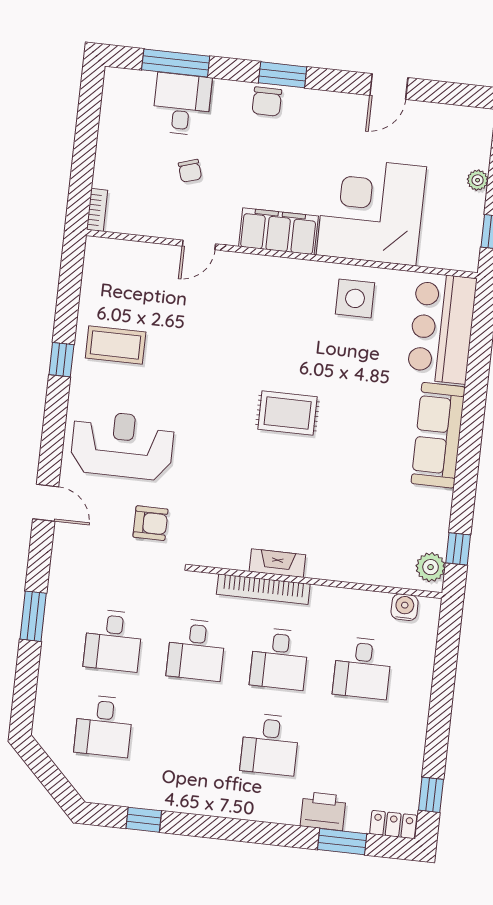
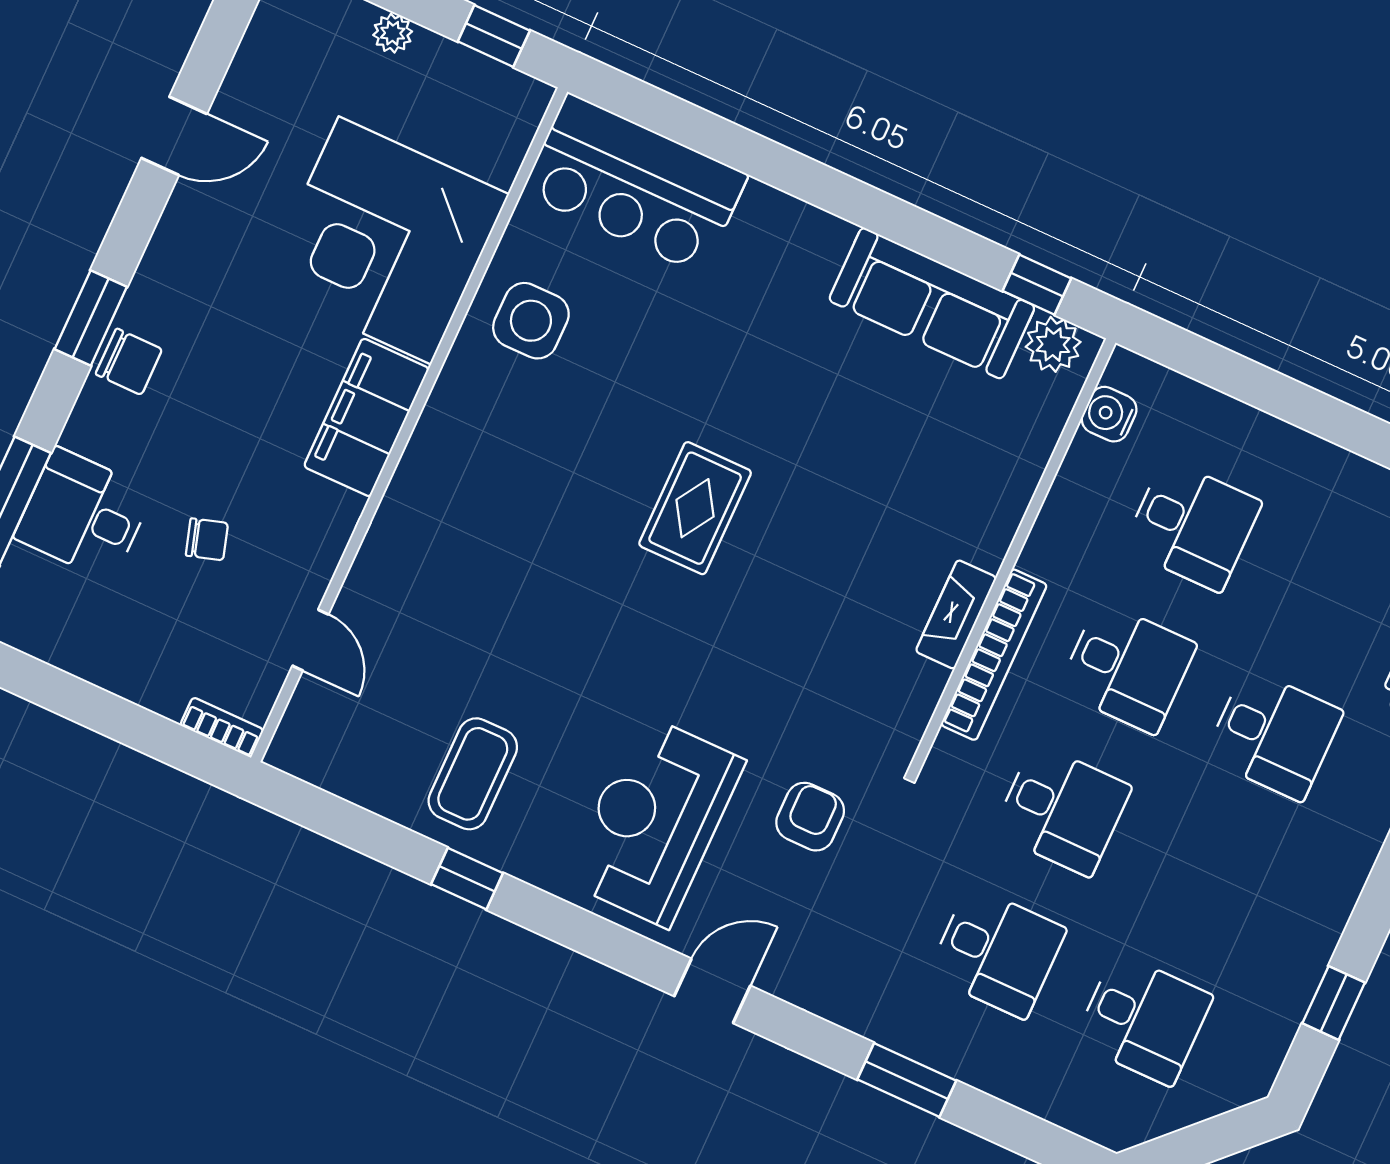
door: (389, 87) -> (174, 136), hinge flipped
door: (199, 245) -> (310, 640), moved
sofa: (438, 435) -> (932, 303), moved

